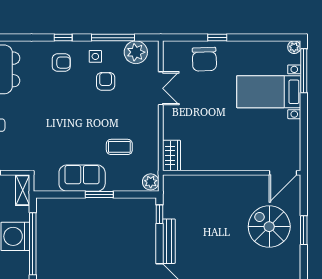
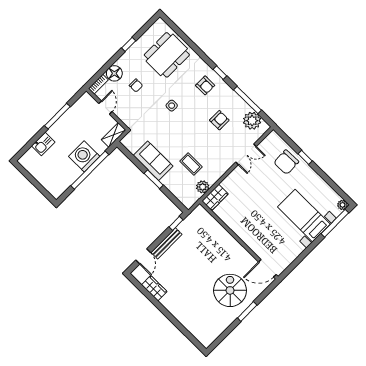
side table: (95, 56) -> (172, 106), moved
plant: (151, 182) -> (203, 187), moved

